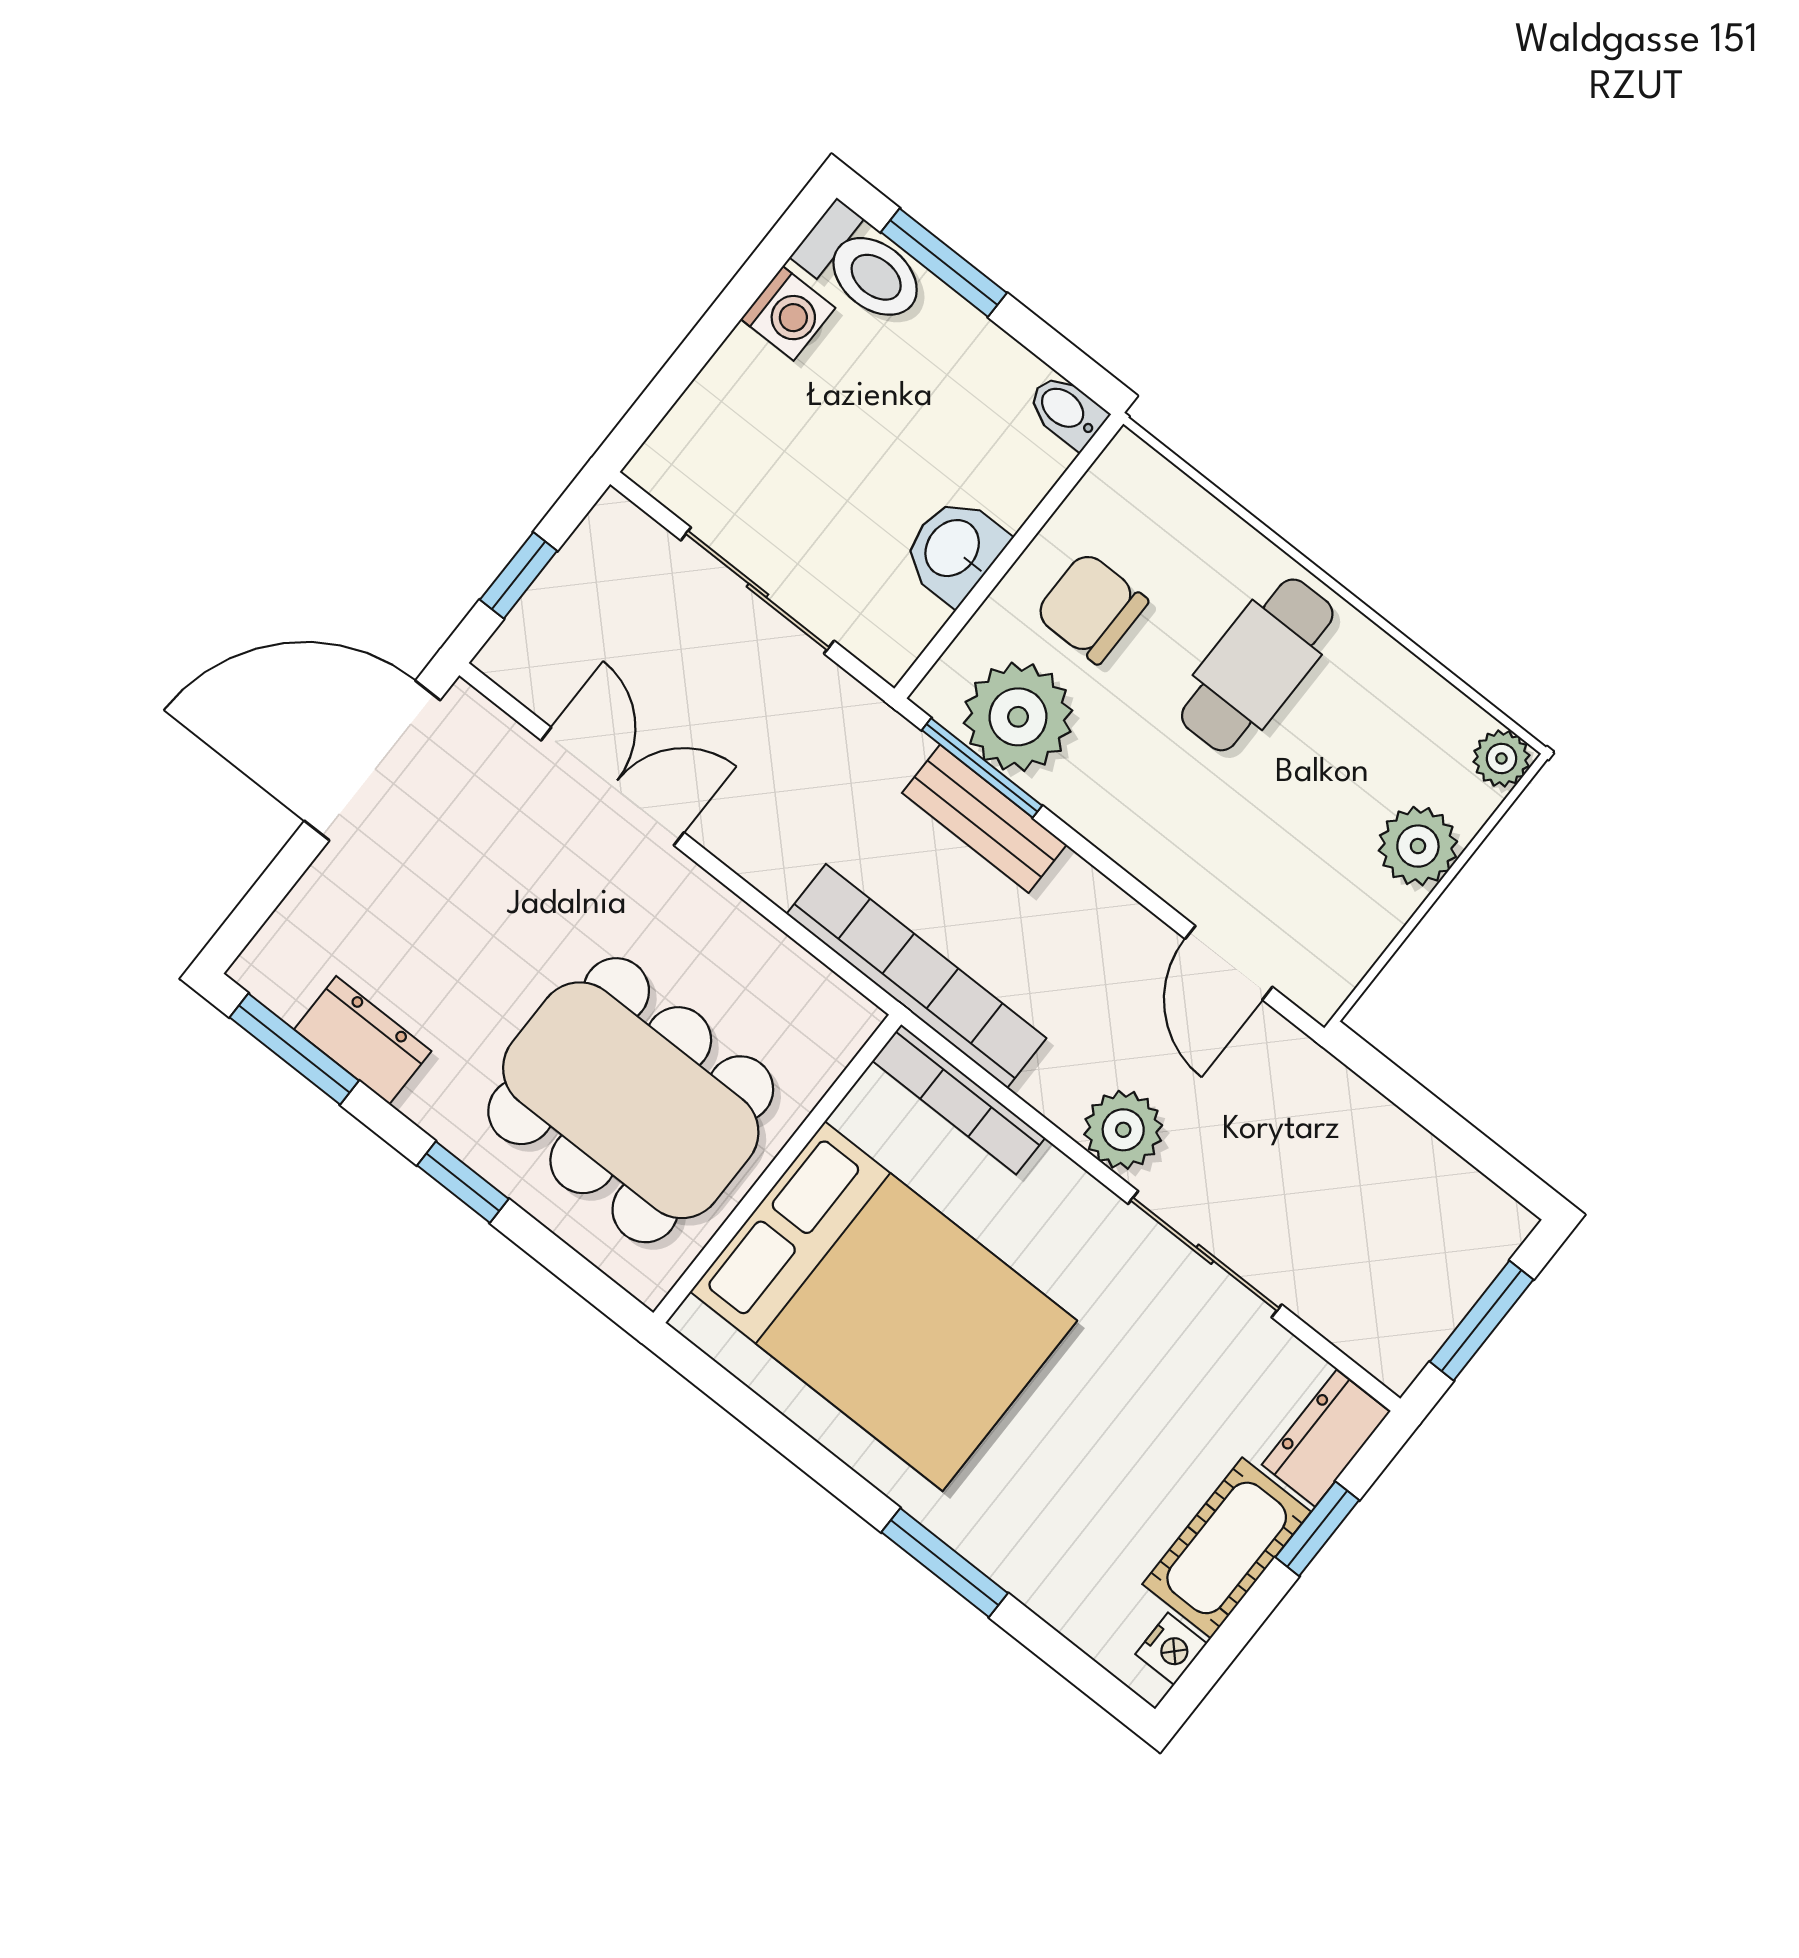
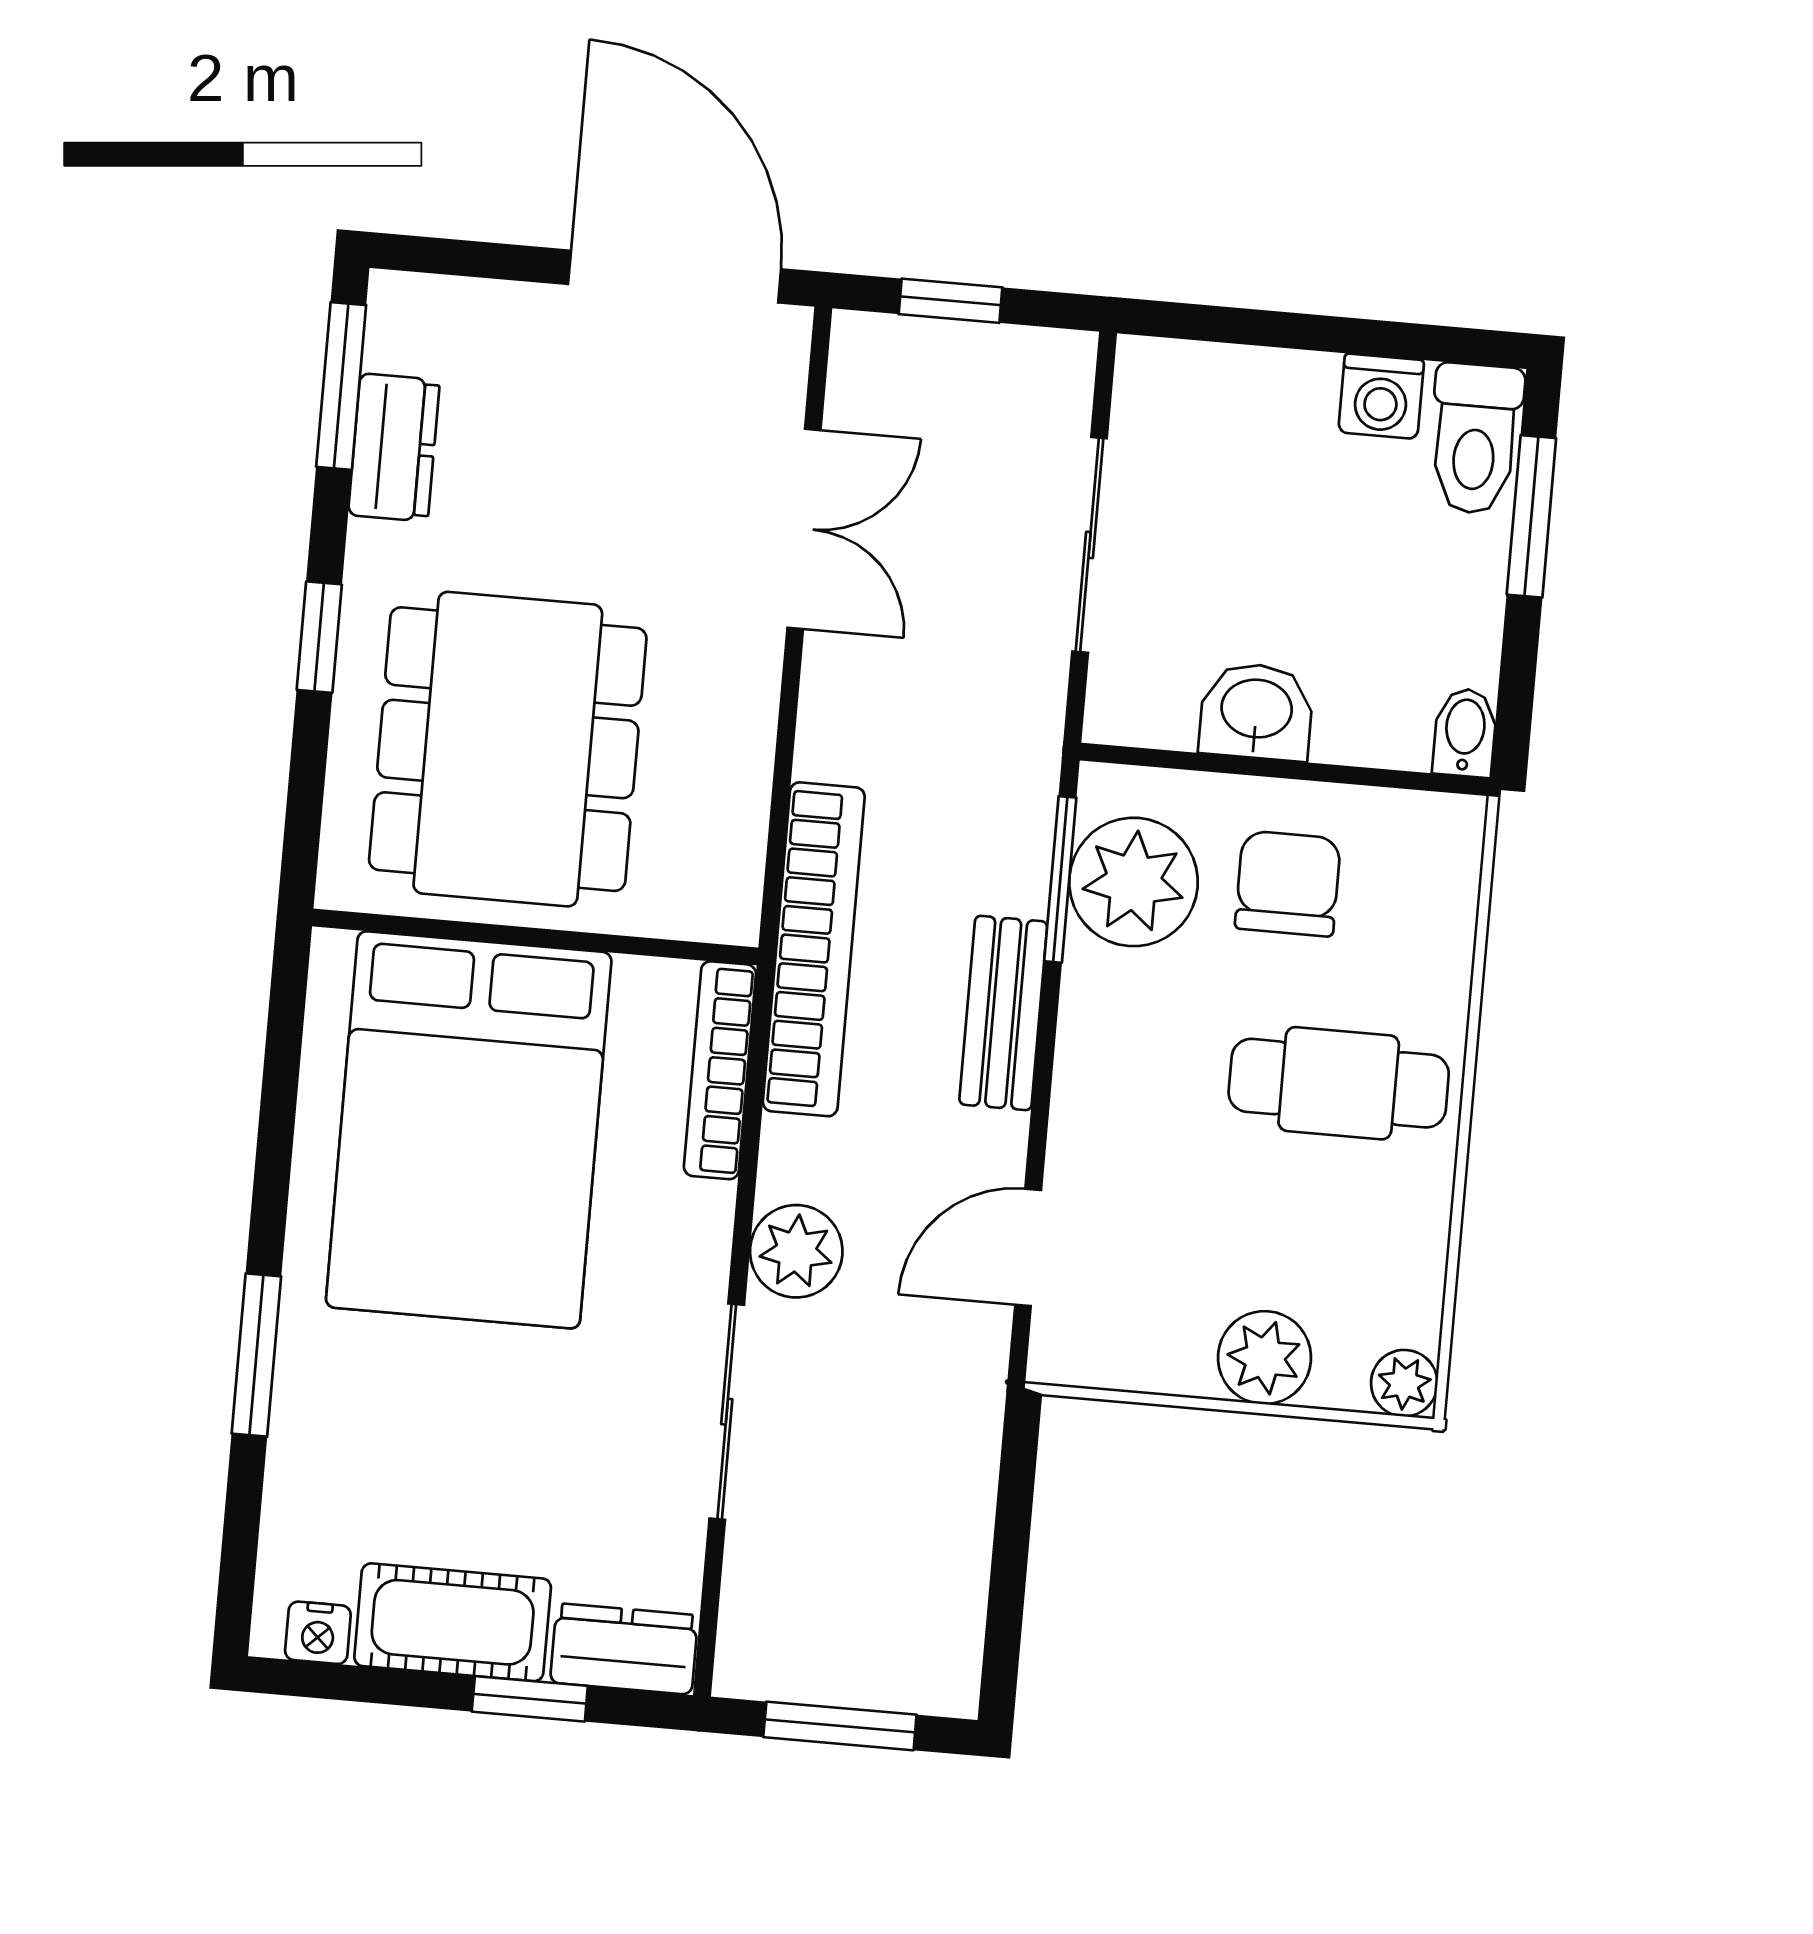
bench: (984, 819) -> (1003, 1013), moved

